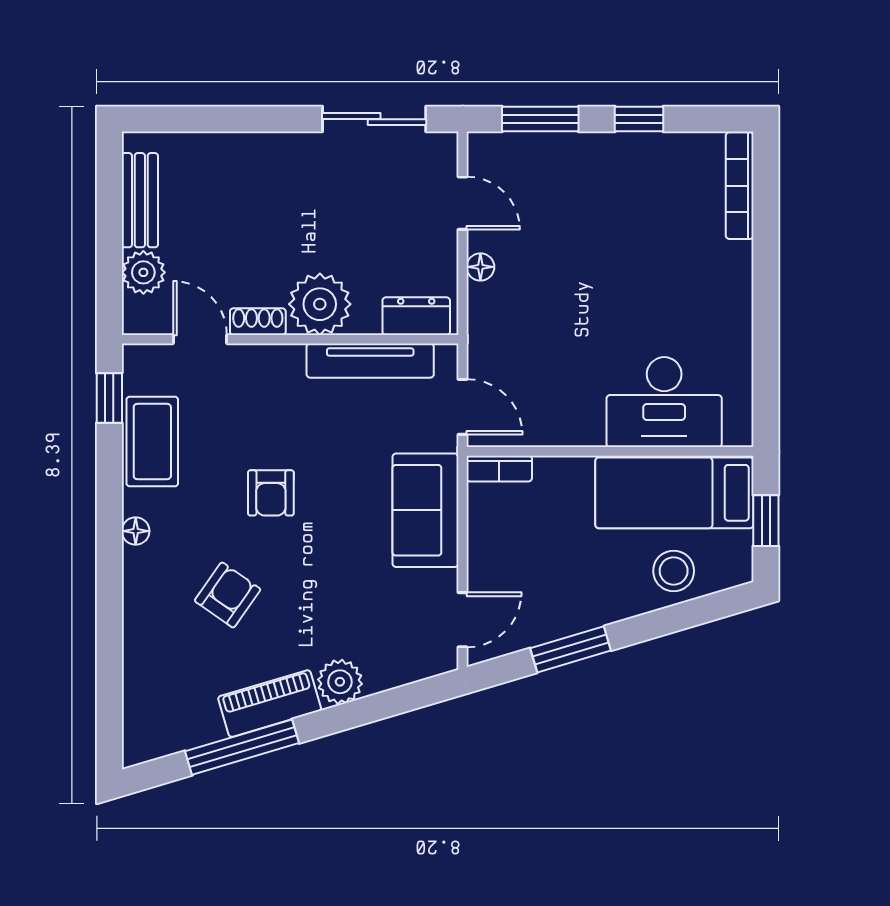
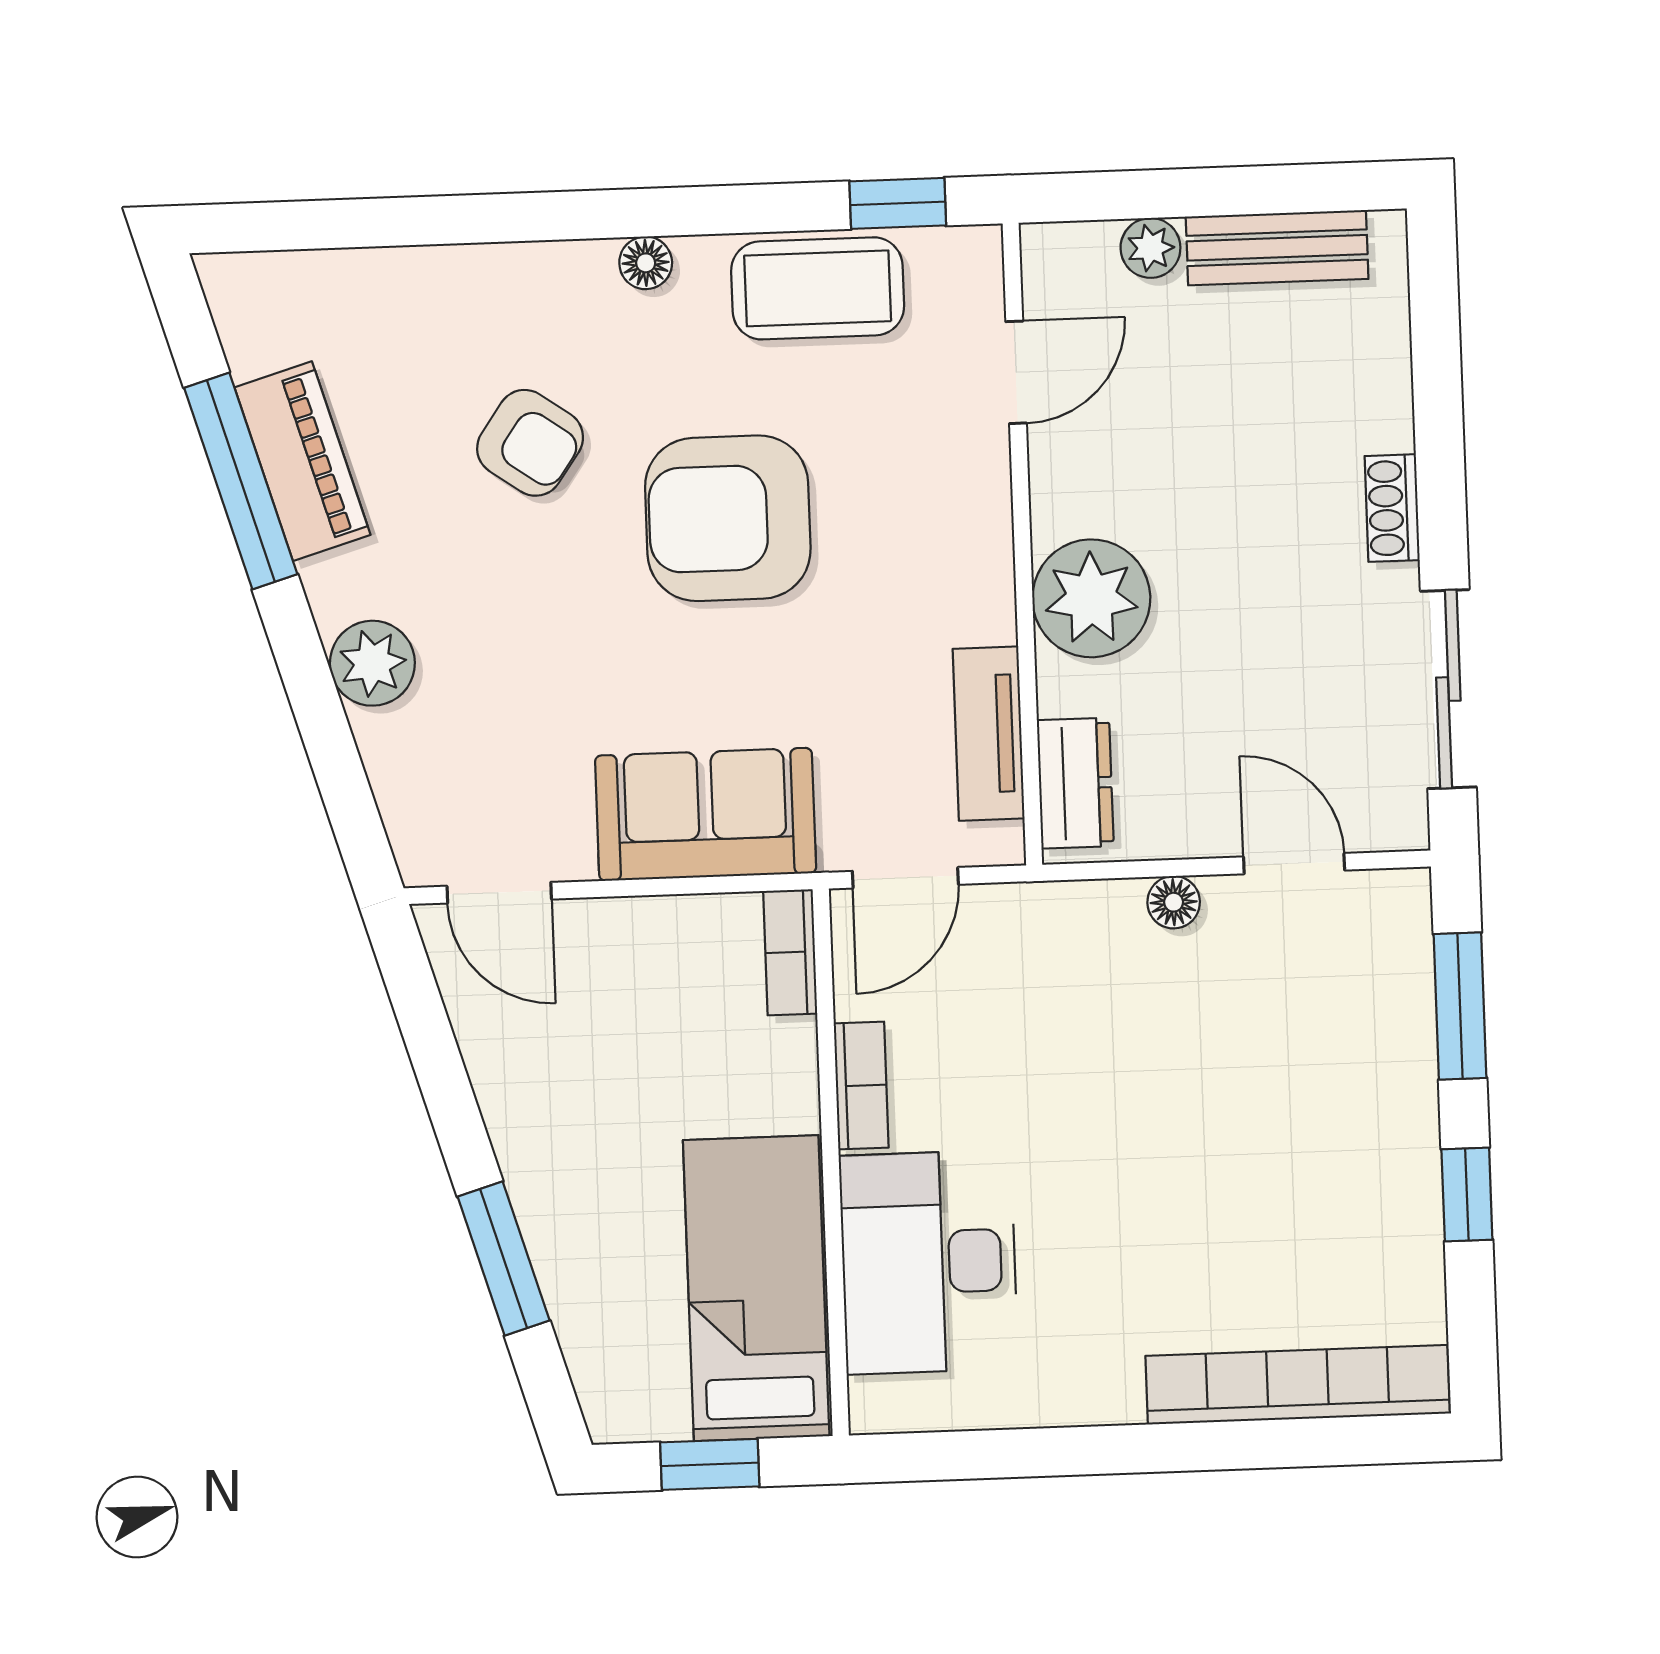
bookcase: (740, 186) -> (1298, 1385), width x1.48, depth x1.31
door: (462, 203) -> (1294, 864), swing flipped
plant: (143, 272) -> (1150, 248), width x0.73, depth x0.73
shoe rack: (258, 322) -> (1392, 508), moved, turned 180
tv unit: (370, 361) -> (989, 734), width x0.71
bookcase: (570, 434) -> (861, 1085), added
armchair: (271, 493) -> (728, 518), width x1.88, depth x1.88
stool: (674, 571) -> (607, 1292), removed
window: (571, 649) -> (504, 1259), moved
piano: (270, 704) -> (302, 461), moved

